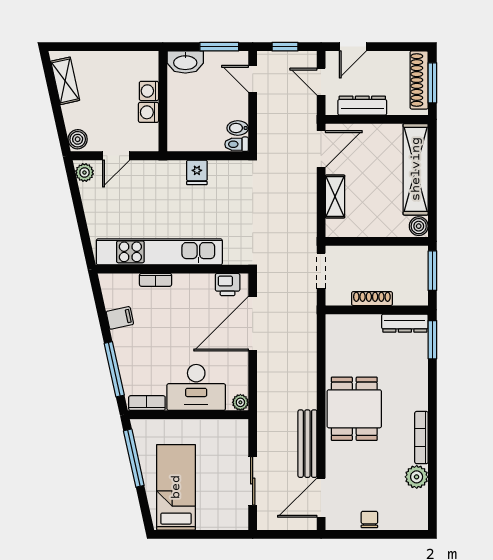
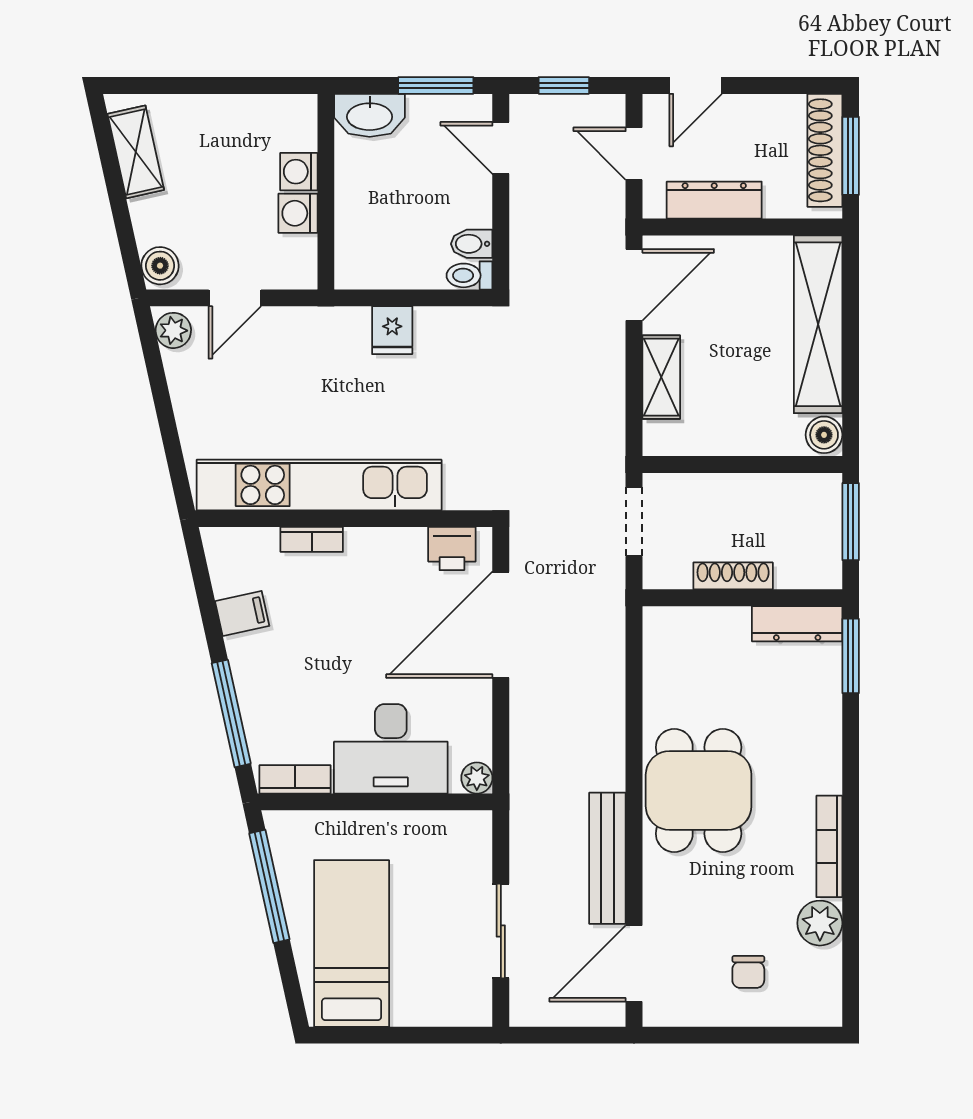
chair: (369, 519) -> (748, 972), moved, turned 180

